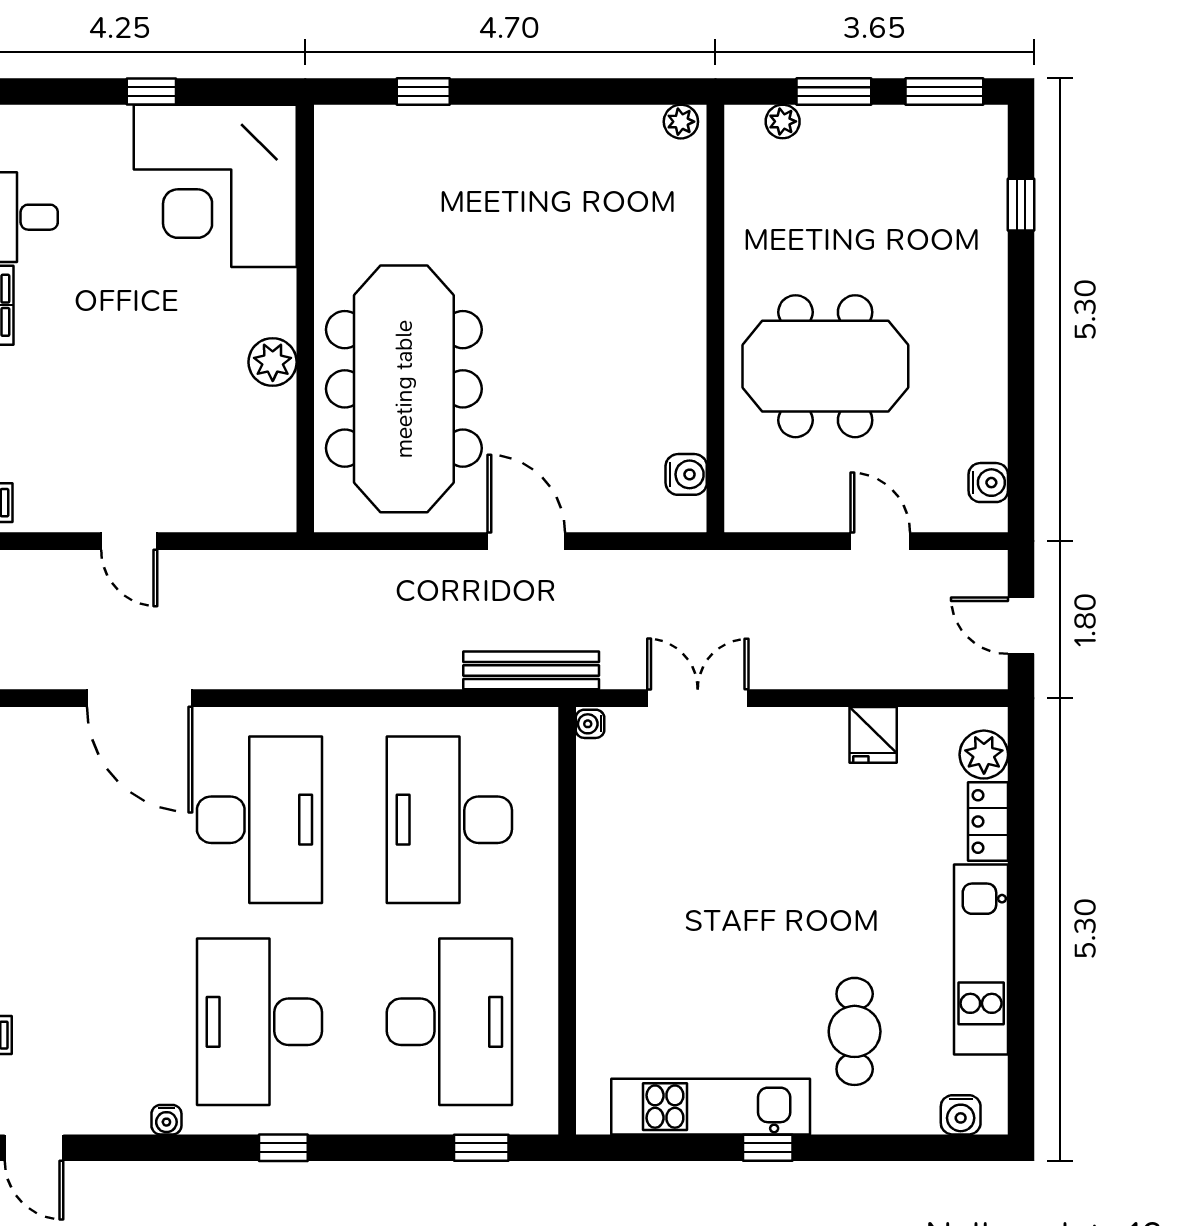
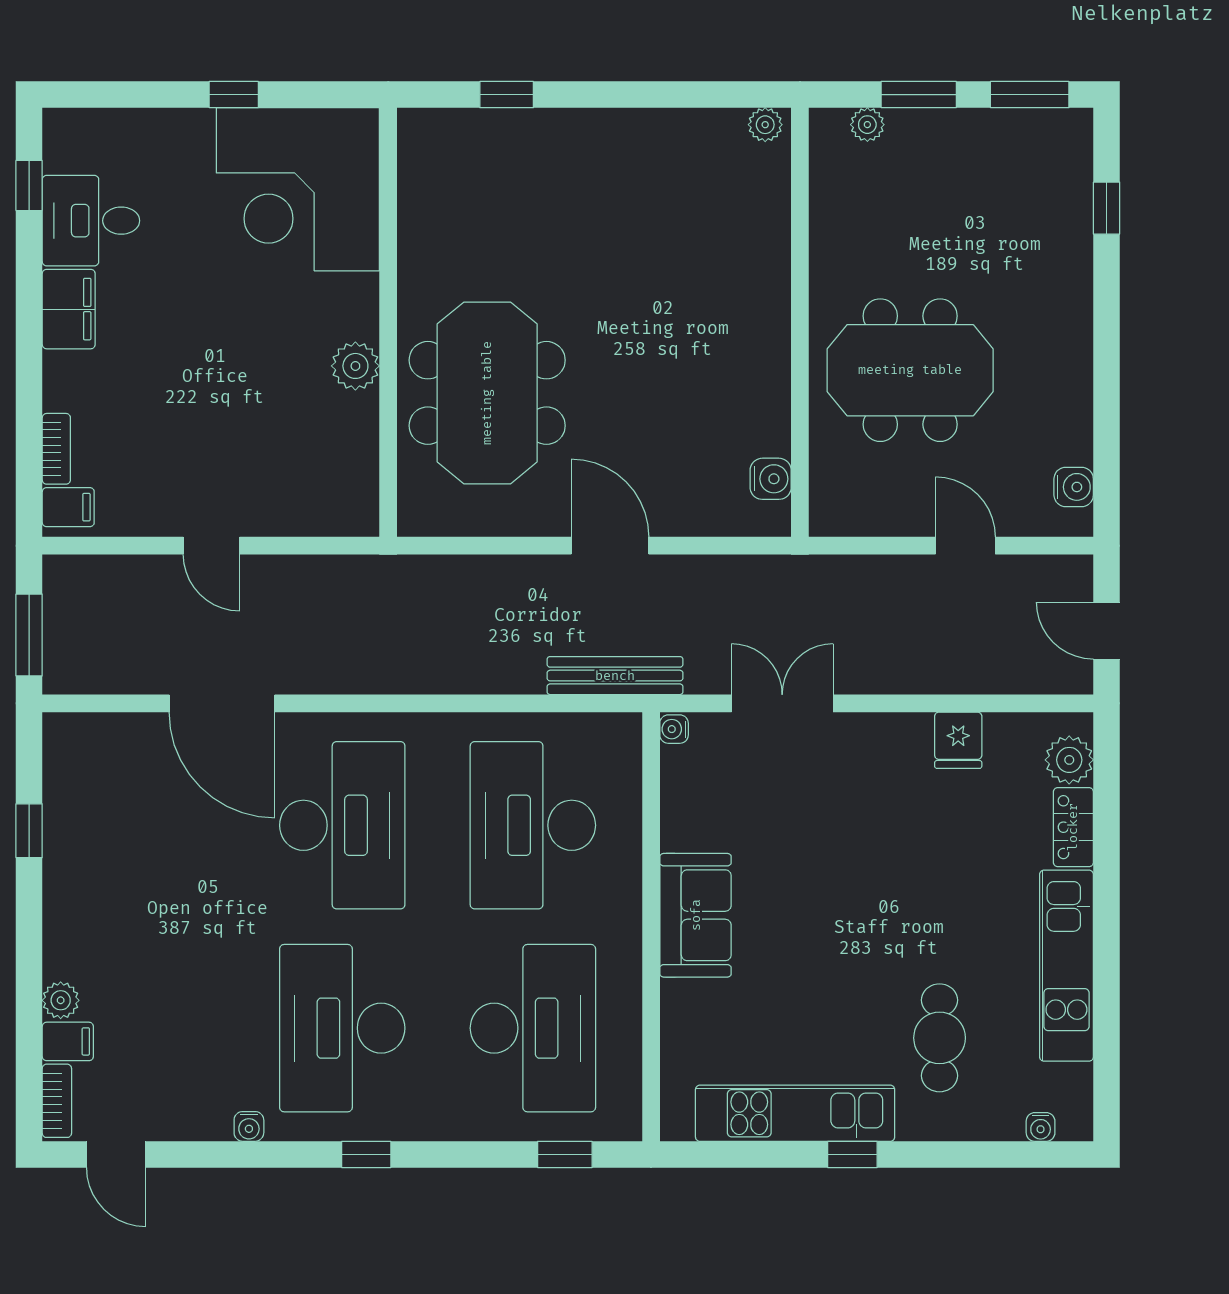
meeting table: (404, 389) -> (487, 393), width x0.73
sofa: (611, 909) -> (696, 915), added
water cooler: (961, 1115) -> (1041, 1127), width x0.72, depth x0.72

